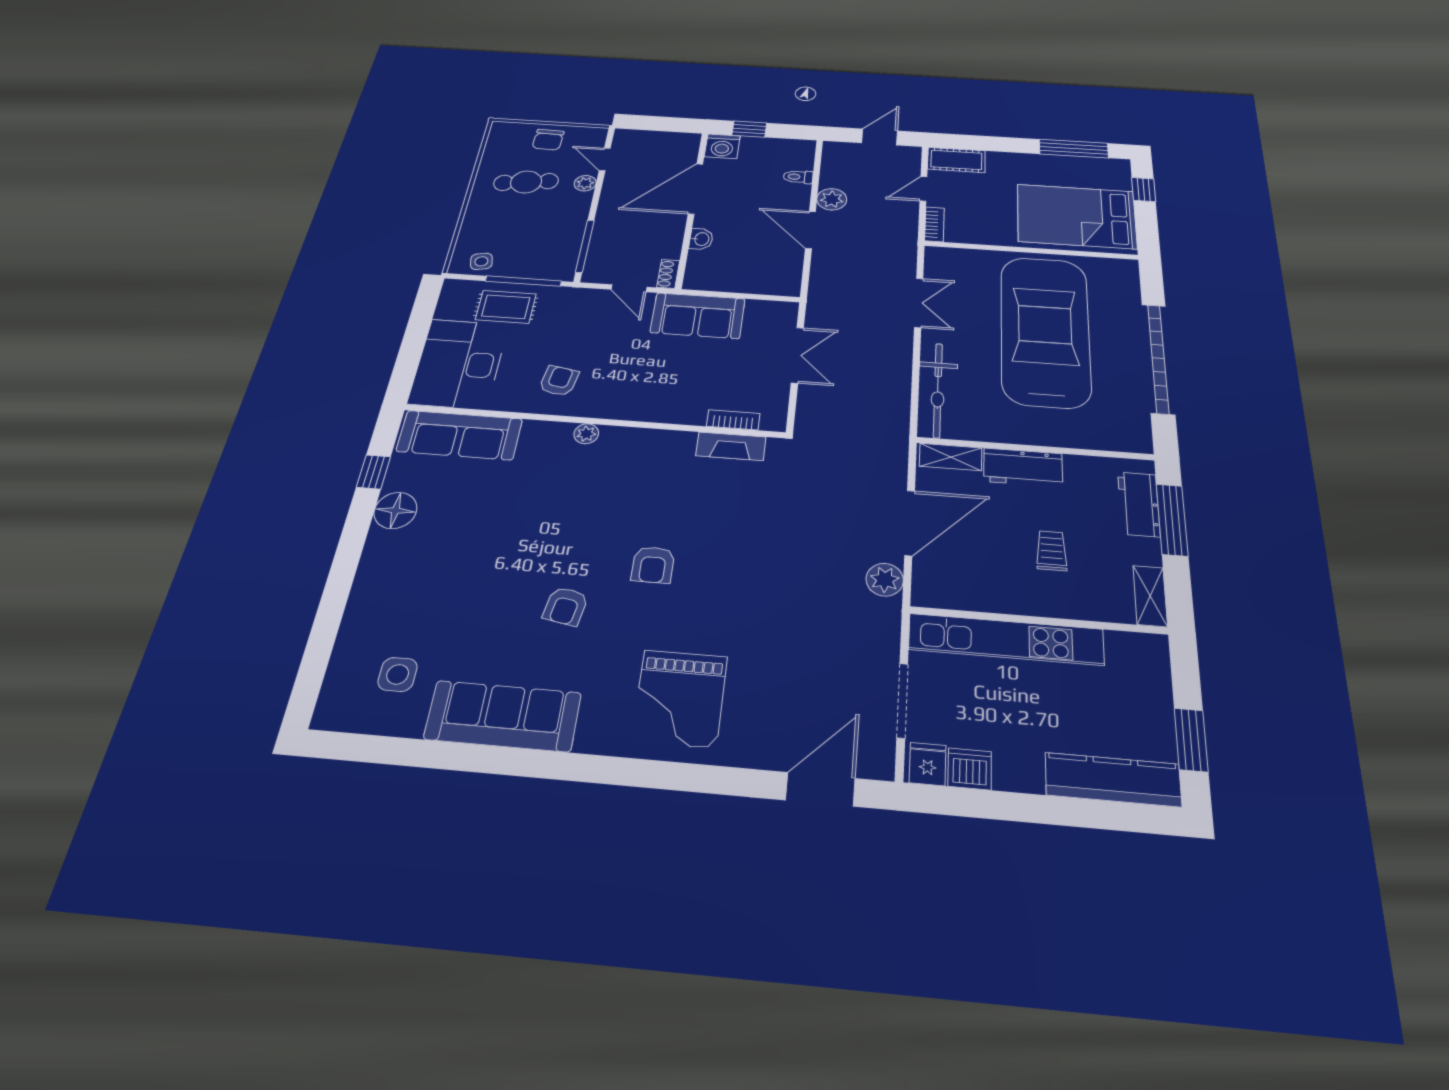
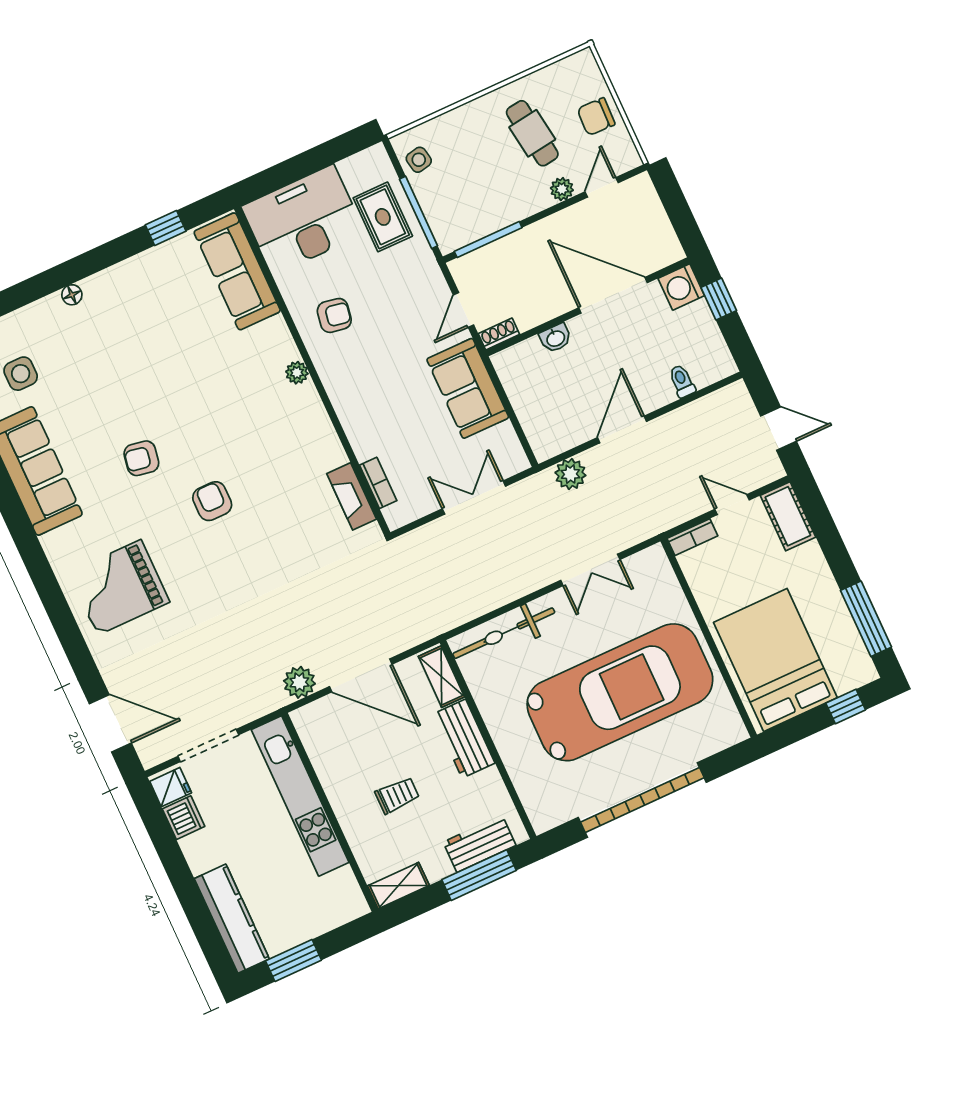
plant: (832, 199) -> (570, 474), moved
double door: (797, 355) -> (474, 498), swing flipped
floor lamp: (395, 510) -> (72, 295), moved, width x0.53, depth x0.53
armchair: (653, 565) -> (212, 501), turned 90

